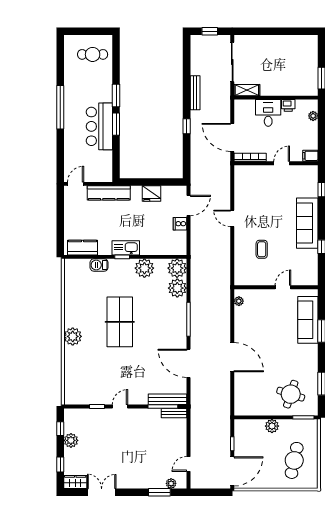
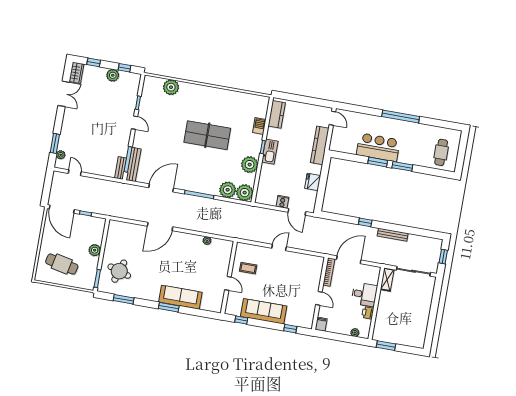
wall: (276, 287) -> (229, 277), moved
door: (283, 287) -> (228, 283), moved
plant: (73, 336) -> (171, 87), moved

